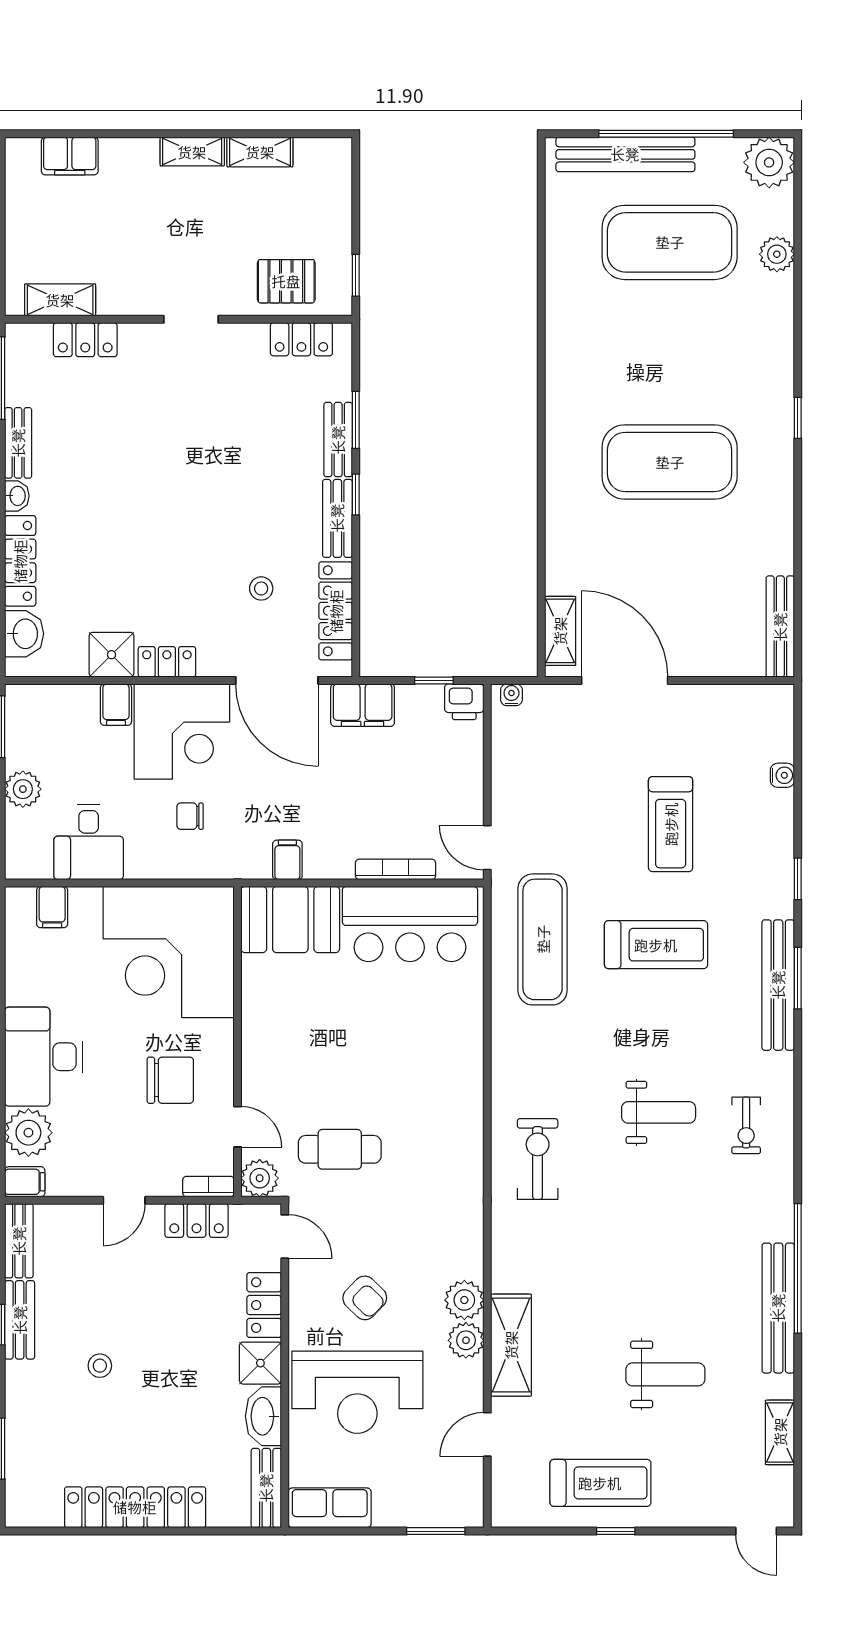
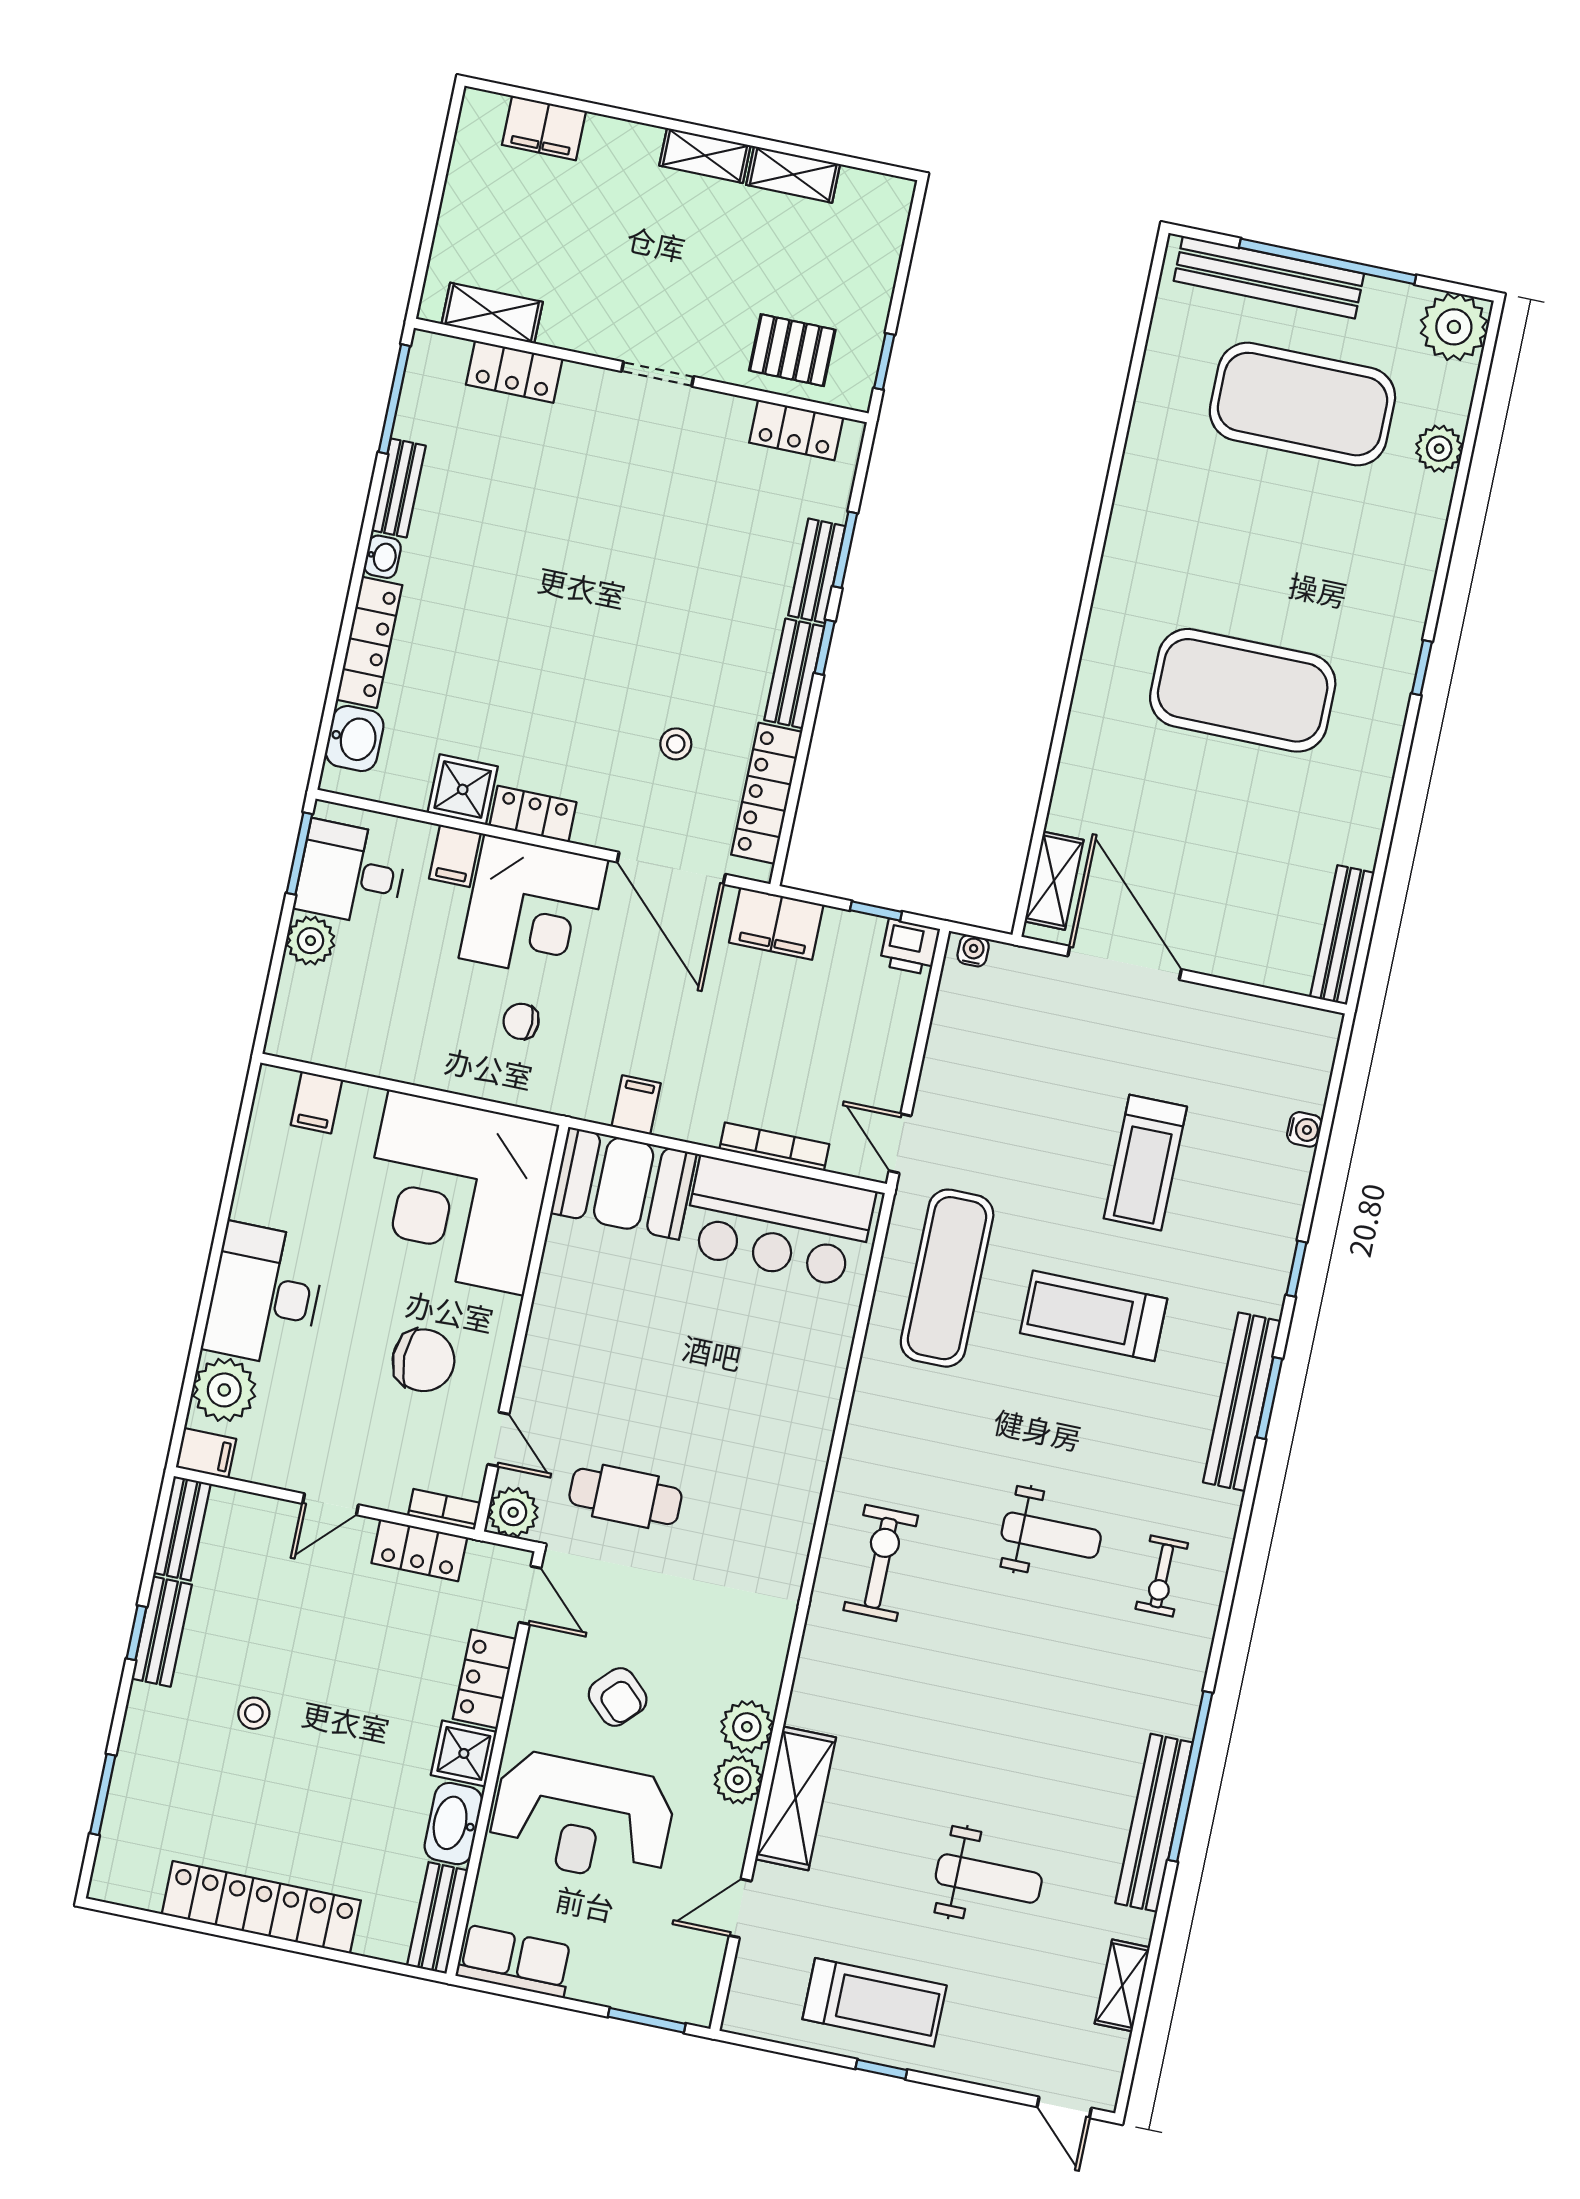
desk: (89, 842) -> (351, 873), moved, turned 90
treadmill: (656, 945) -> (1094, 1316), turned 180

